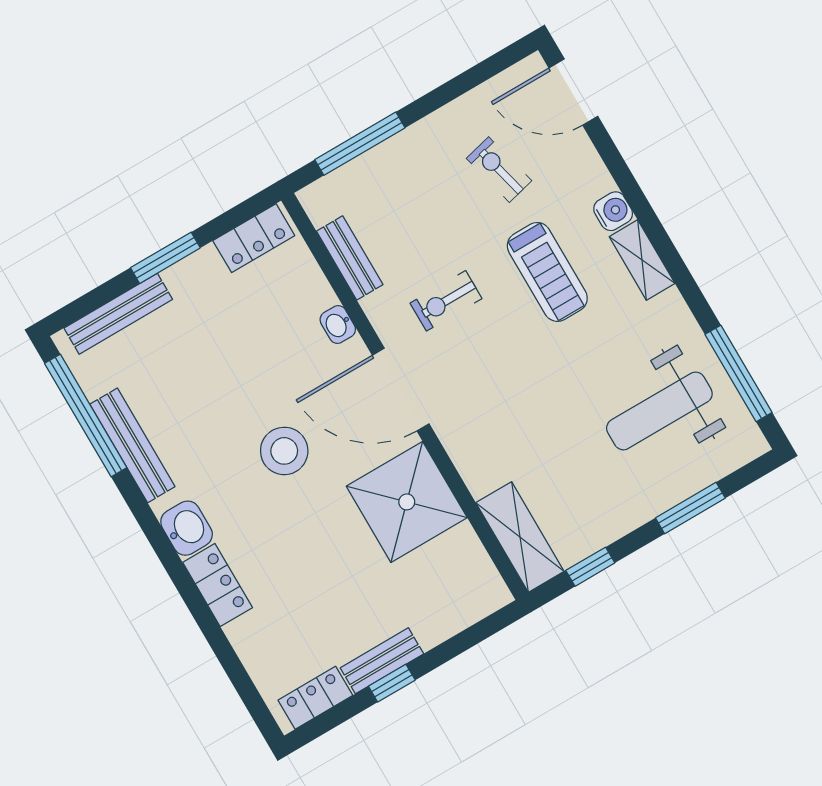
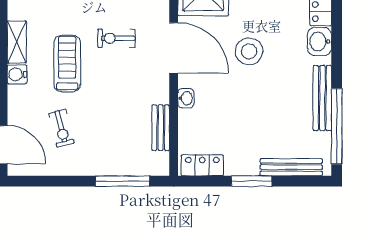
exercise bike: (446, 301) -> (116, 38), moved, turned 180

